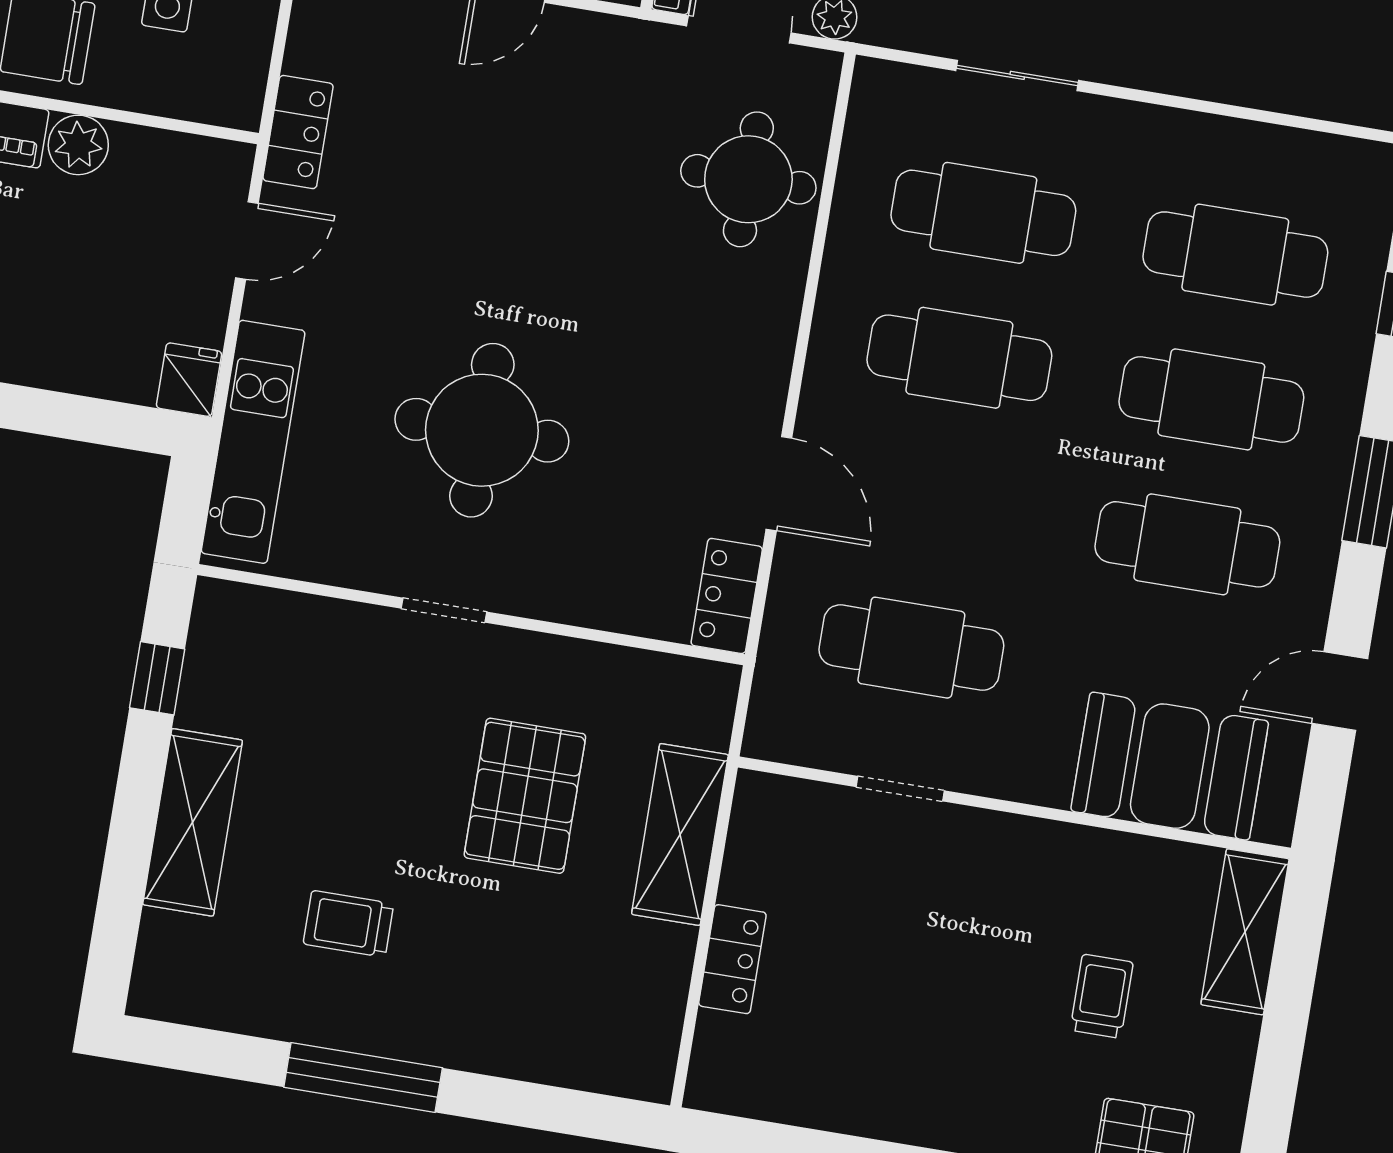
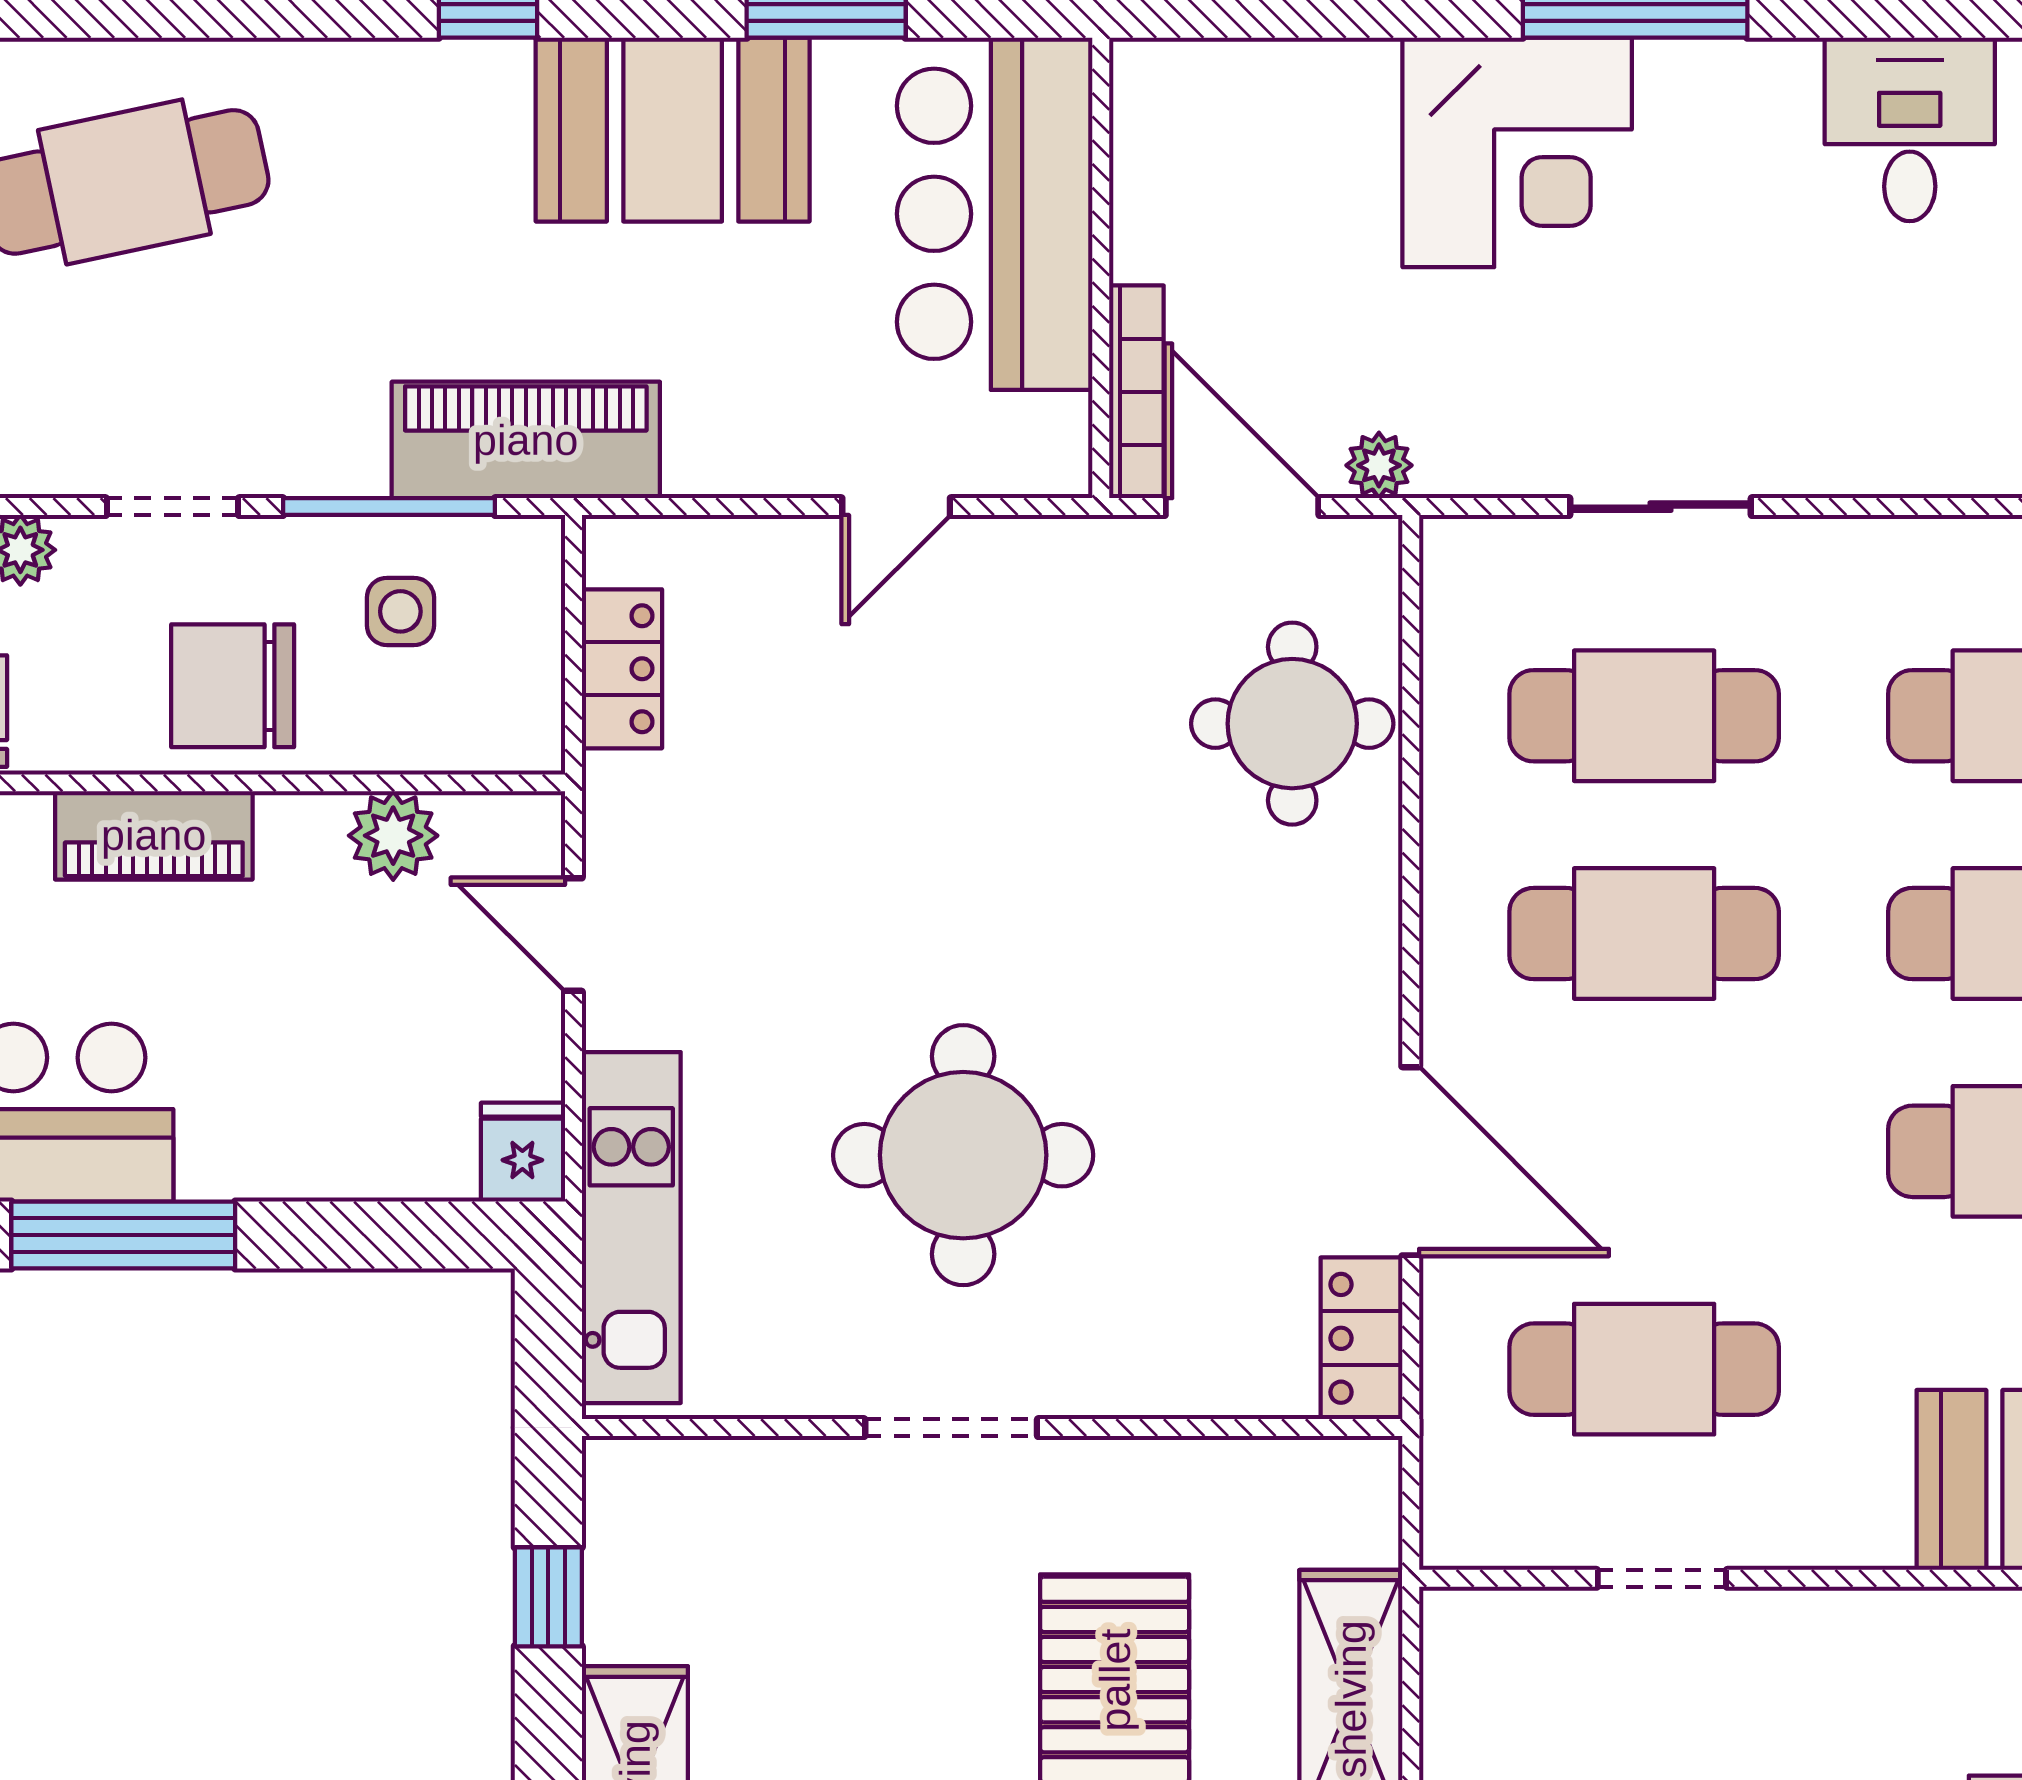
locker: (298, 132) -> (622, 669), moved
plant: (78, 145) -> (393, 836), moved
door: (247, 240) -> (573, 935), swing flipped
door: (779, 484) -> (1411, 1161), width x1.36
doorway: (444, 610) -> (951, 1428), width x1.38

